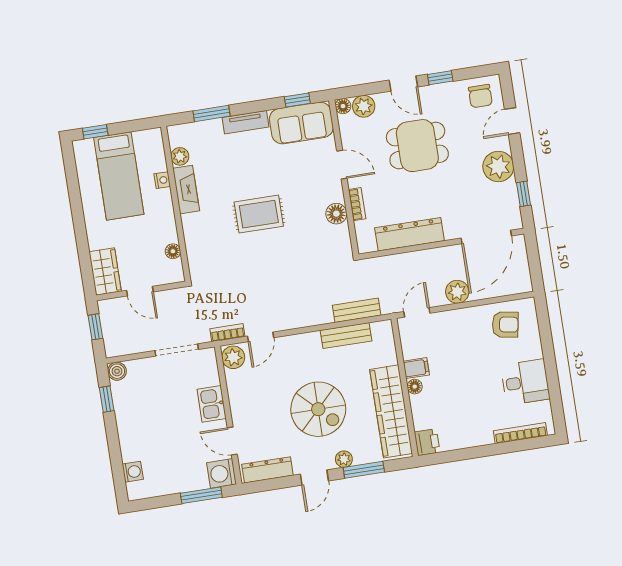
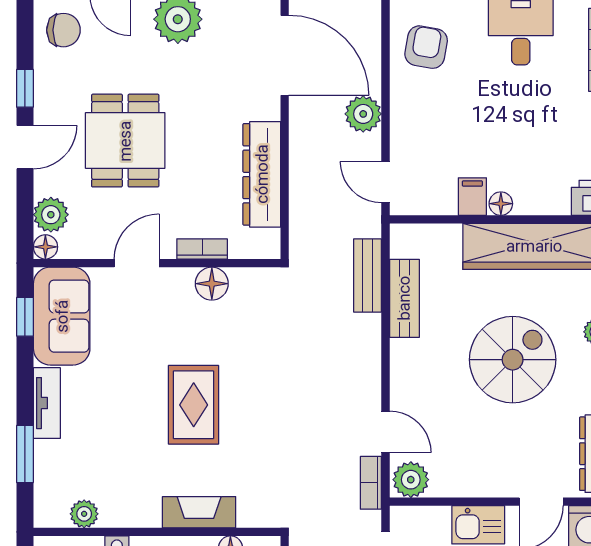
fireplace: (186, 190) -> (199, 512), moved

